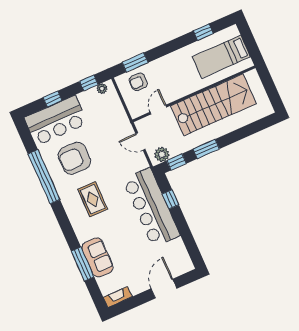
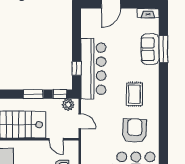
door: (158, 110) -> (56, 139), hinge flipped
armchair: (74, 158) -> (135, 131), turned -88
window: (44, 177) -> (163, 127), removed

